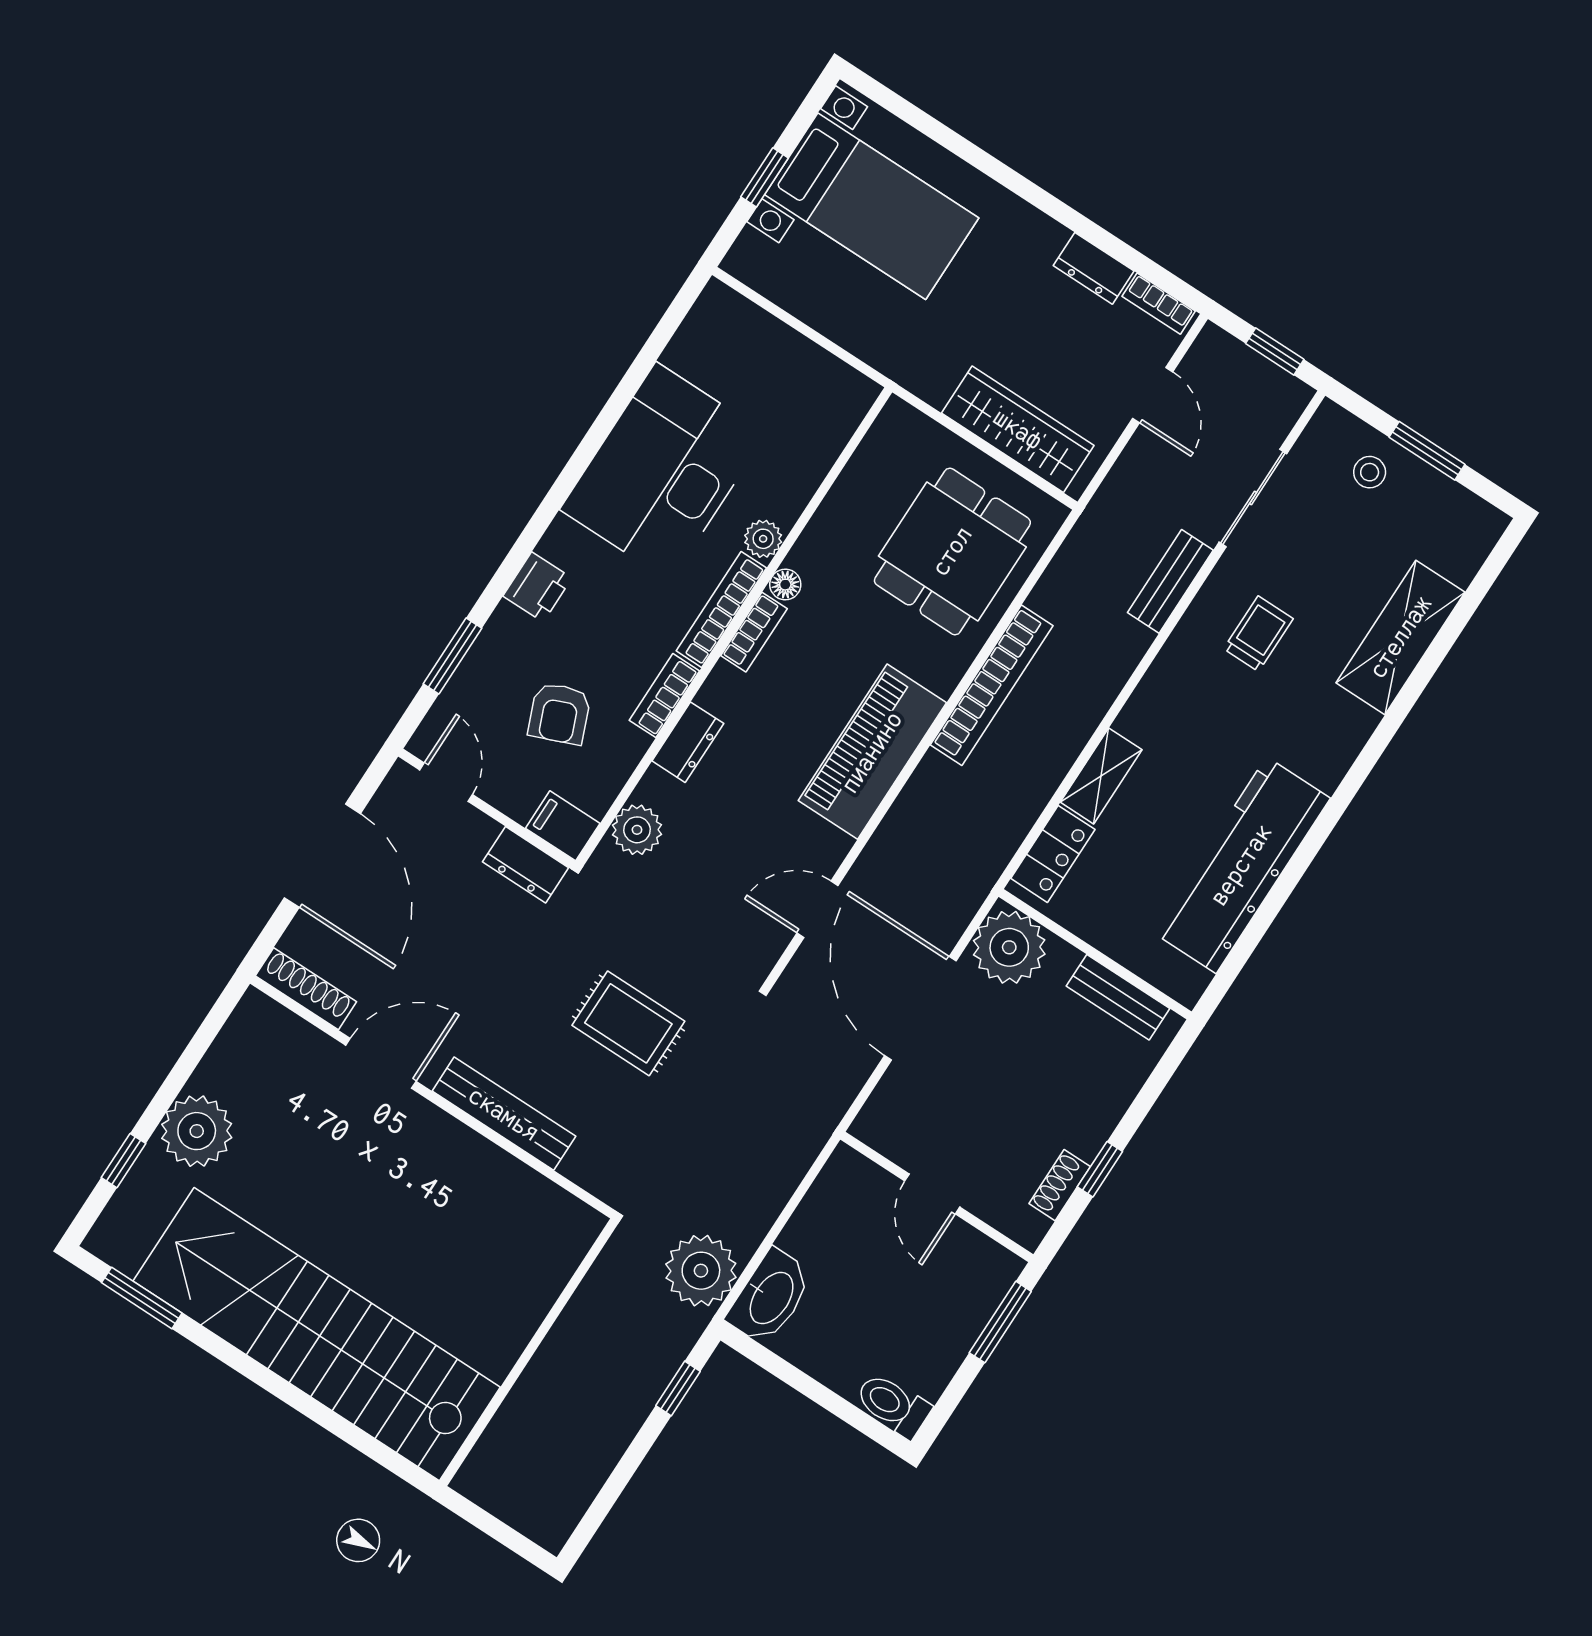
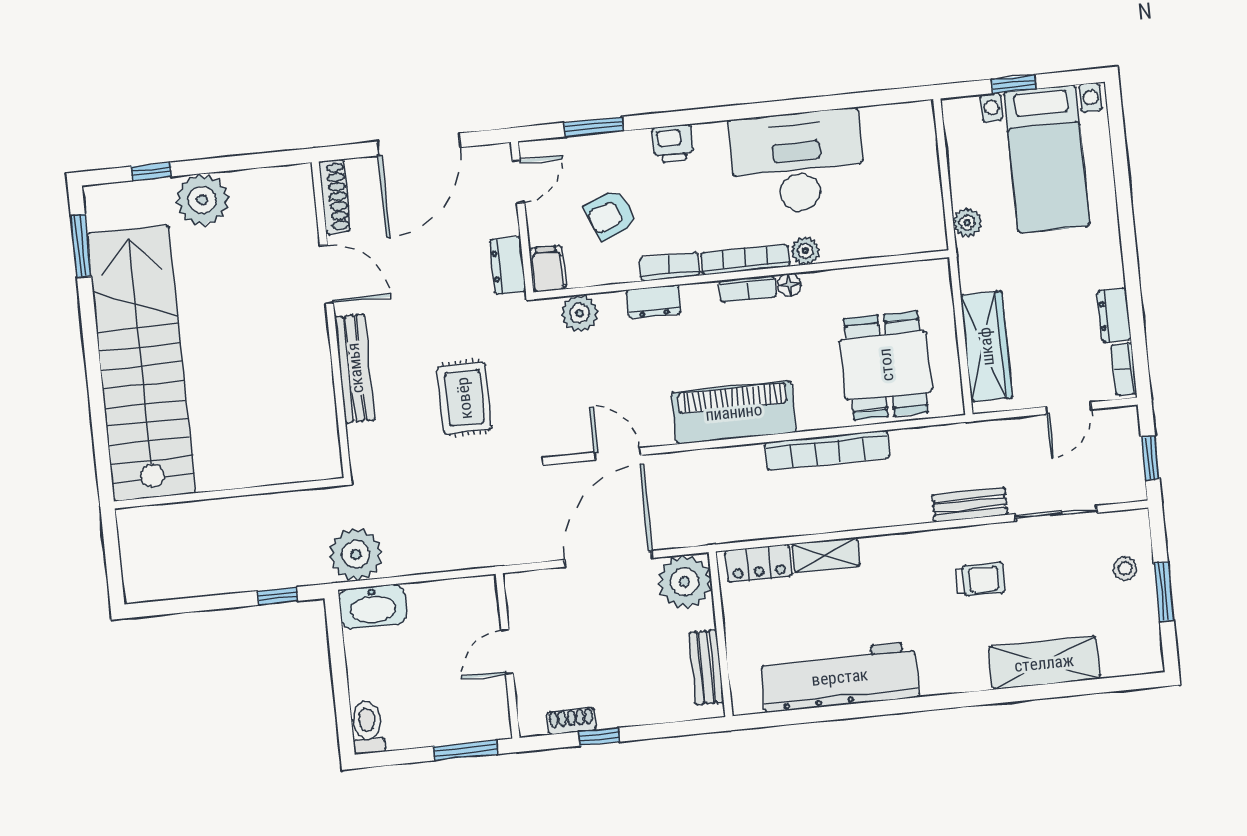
plant: (871, 344) -> (967, 223), added
dining table: (952, 551) -> (886, 365), turned 90

